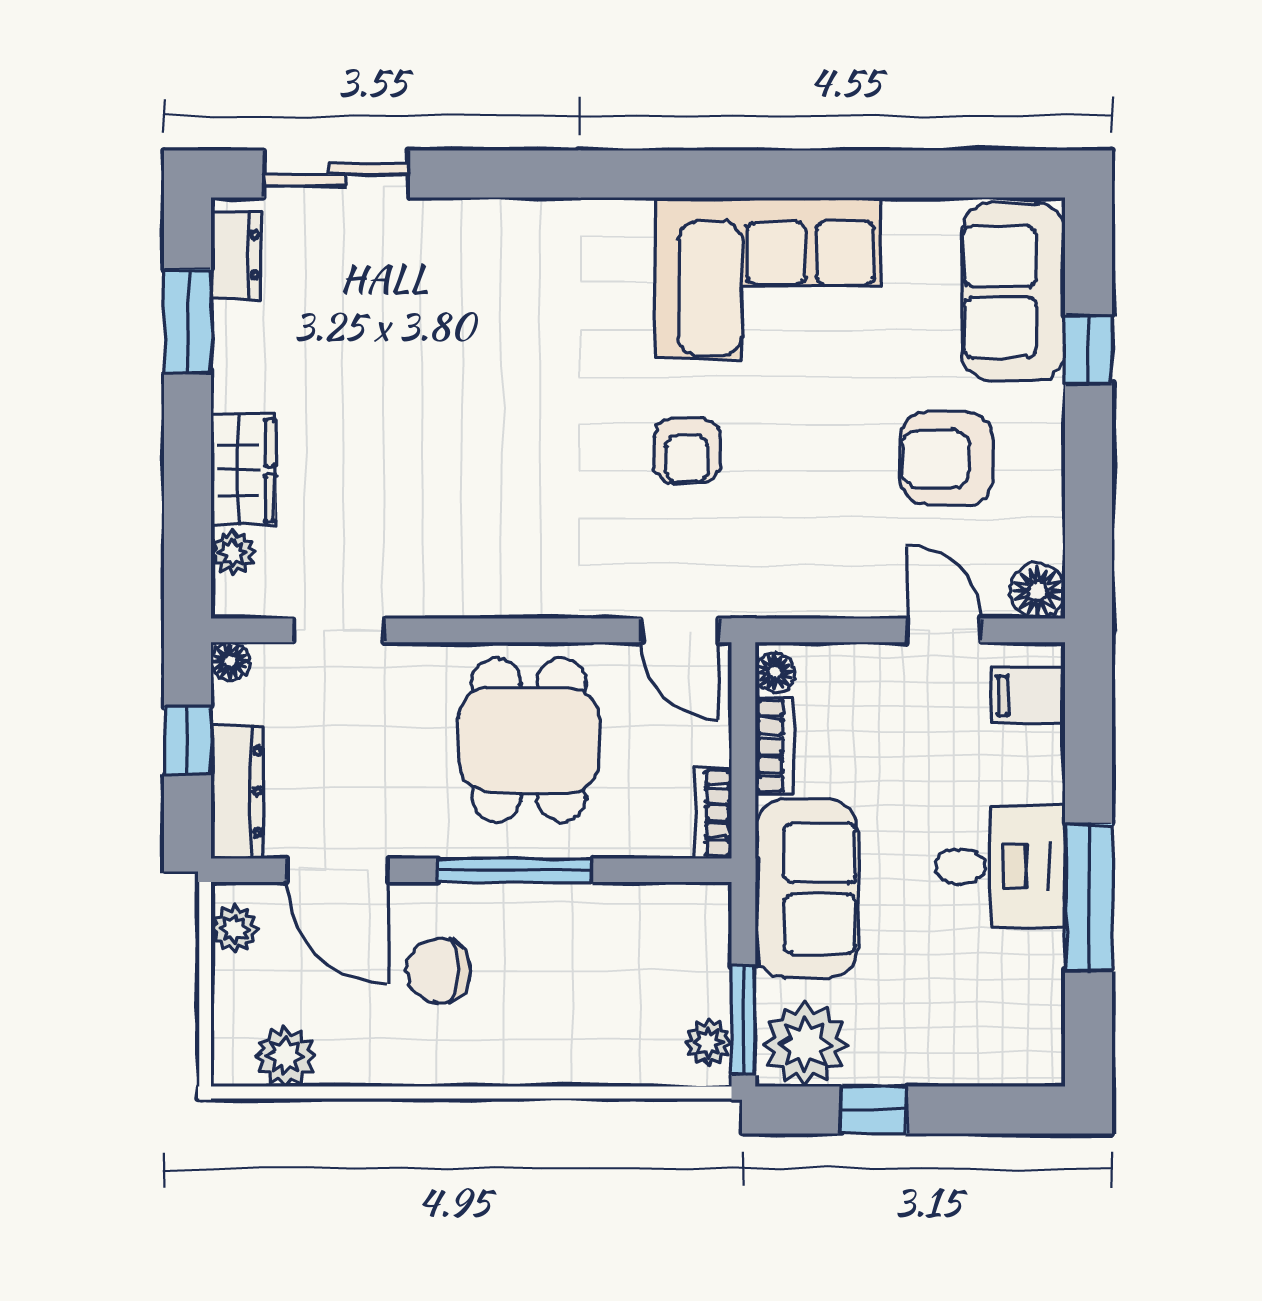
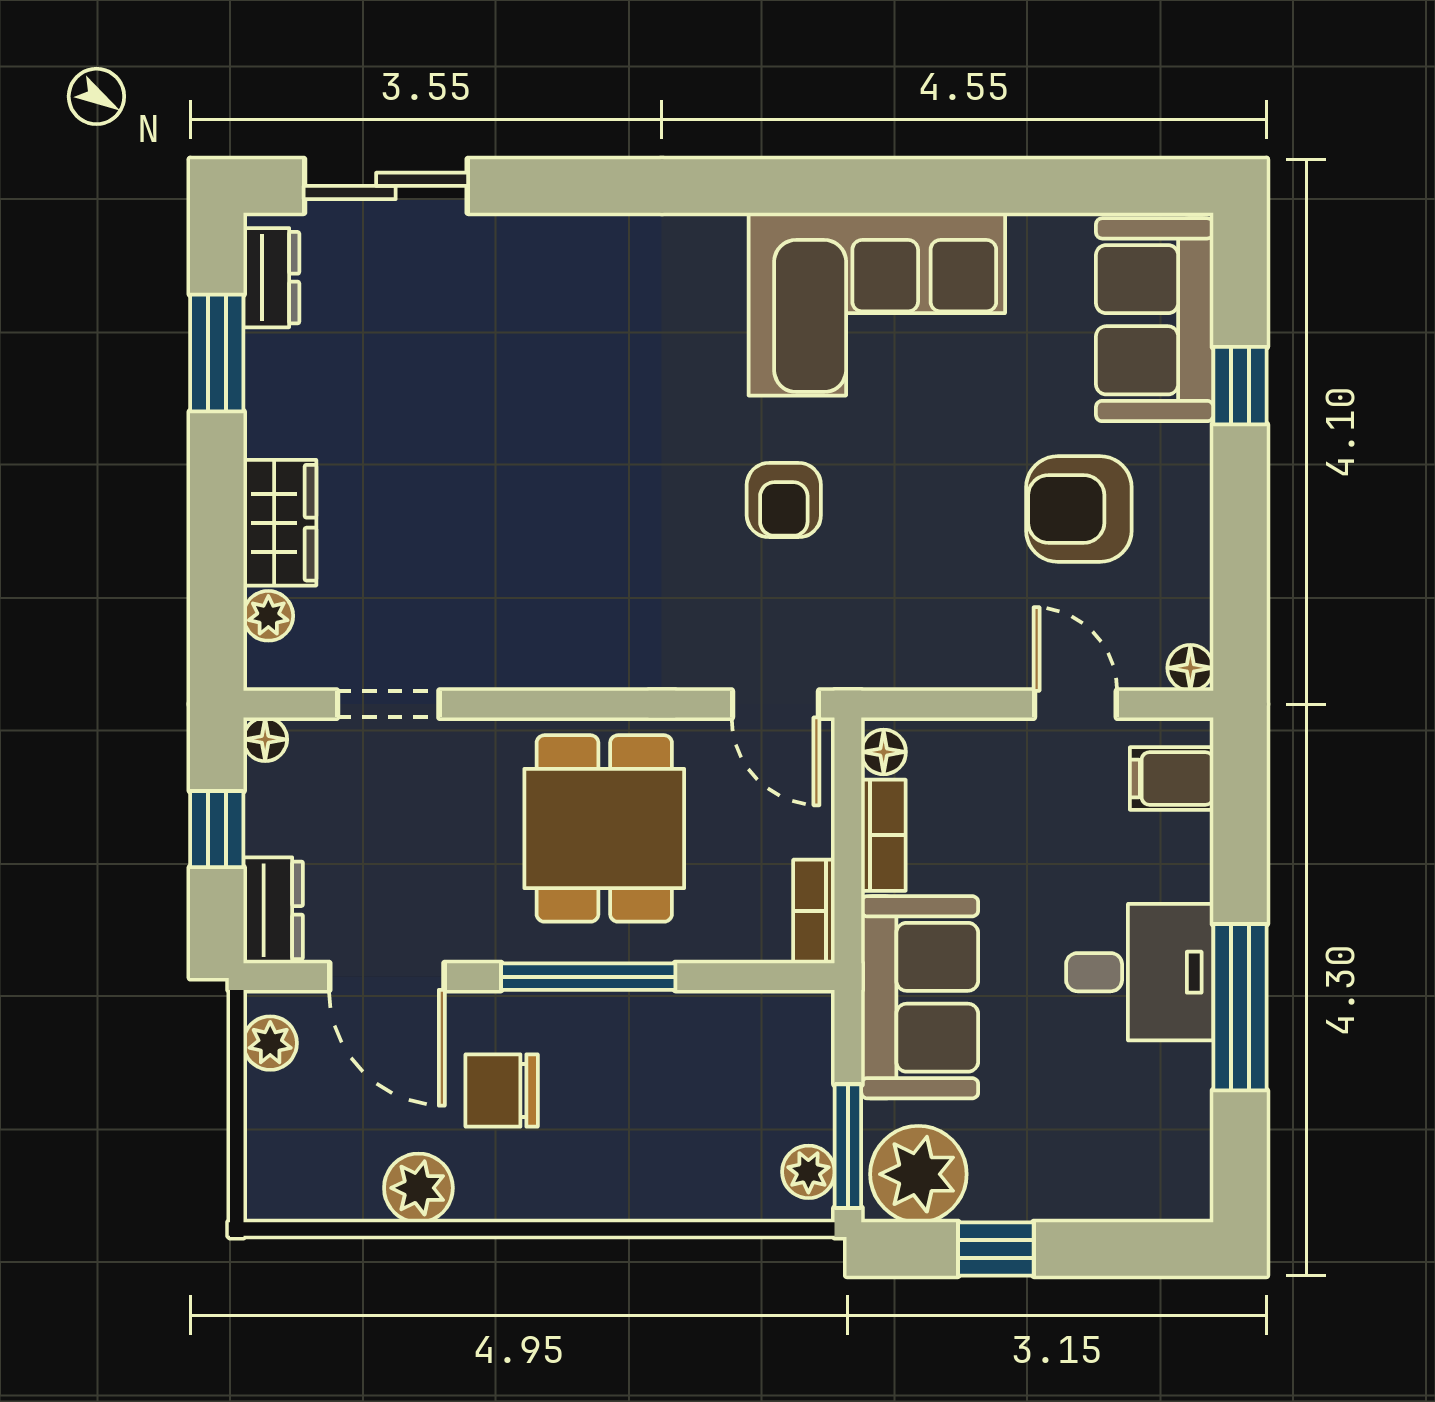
floor lamp: (1037, 591) -> (1190, 668), width x0.73, depth x0.73
dresser: (237, 791) -> (273, 910), width x0.70
plant: (285, 1056) -> (418, 1188), moved

